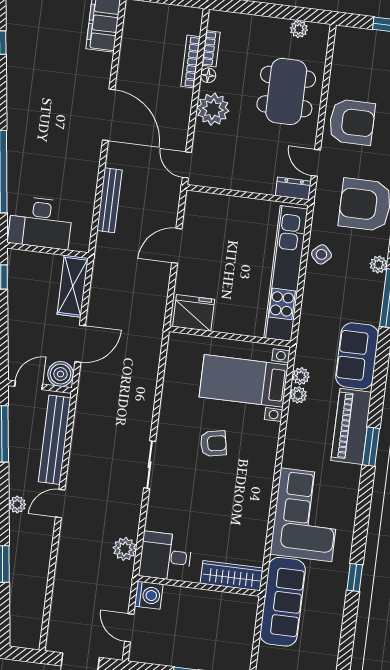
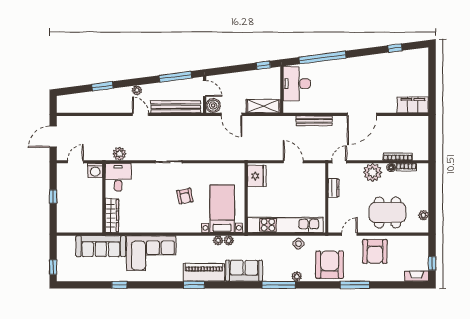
dresser: (293, 189) -> (334, 188), moved

